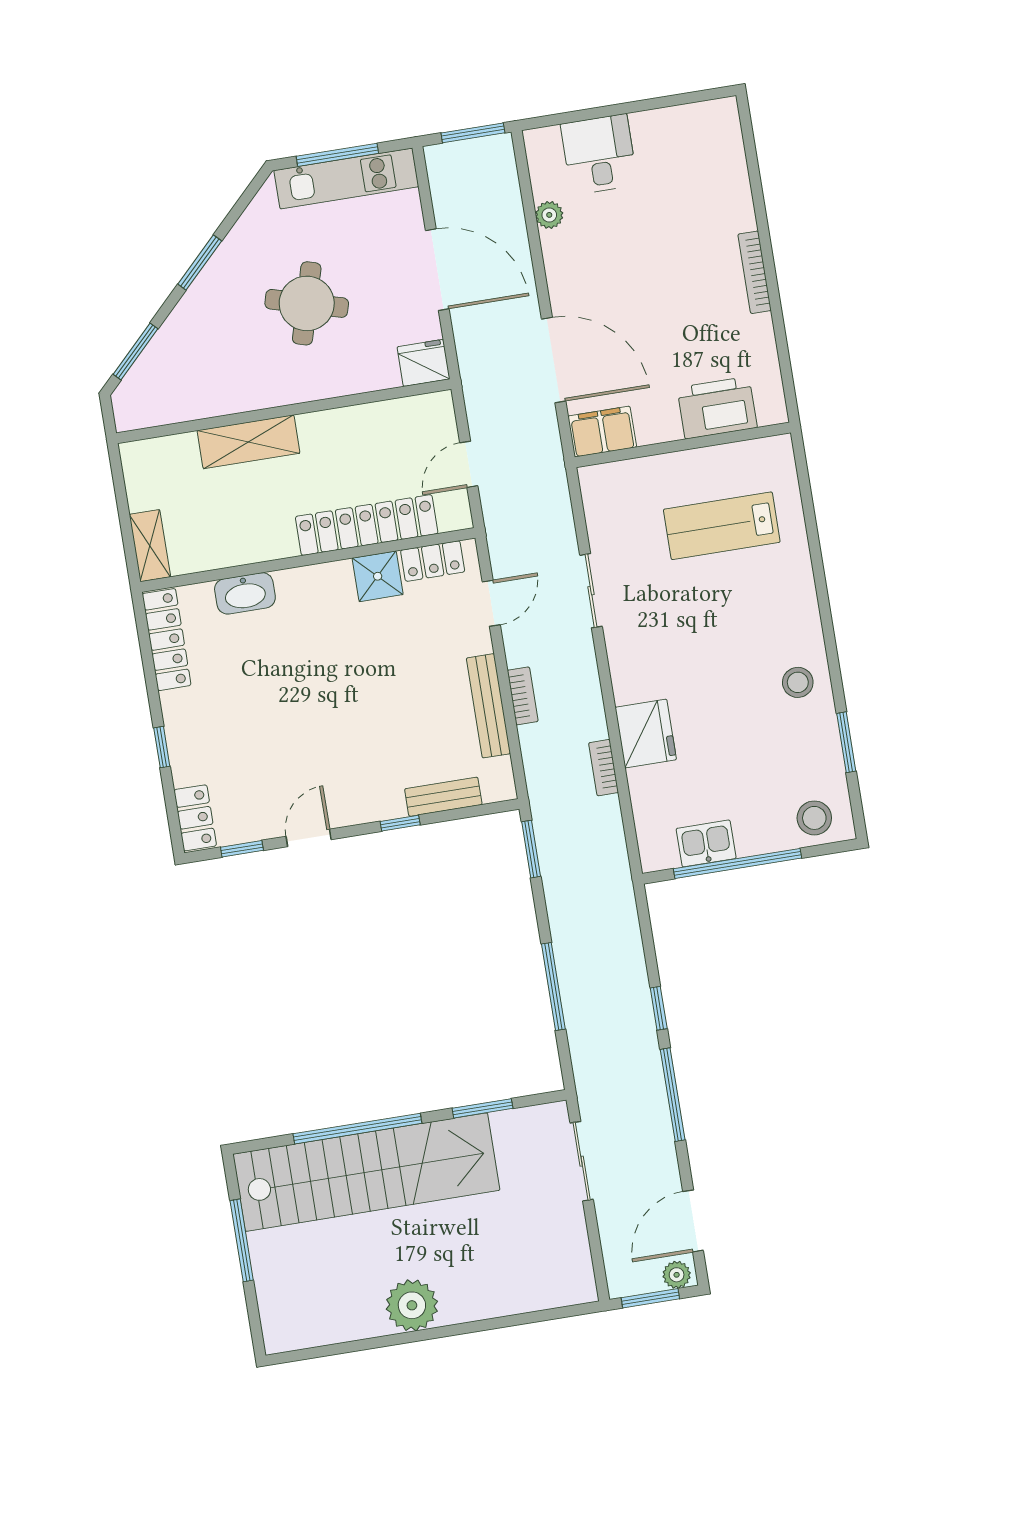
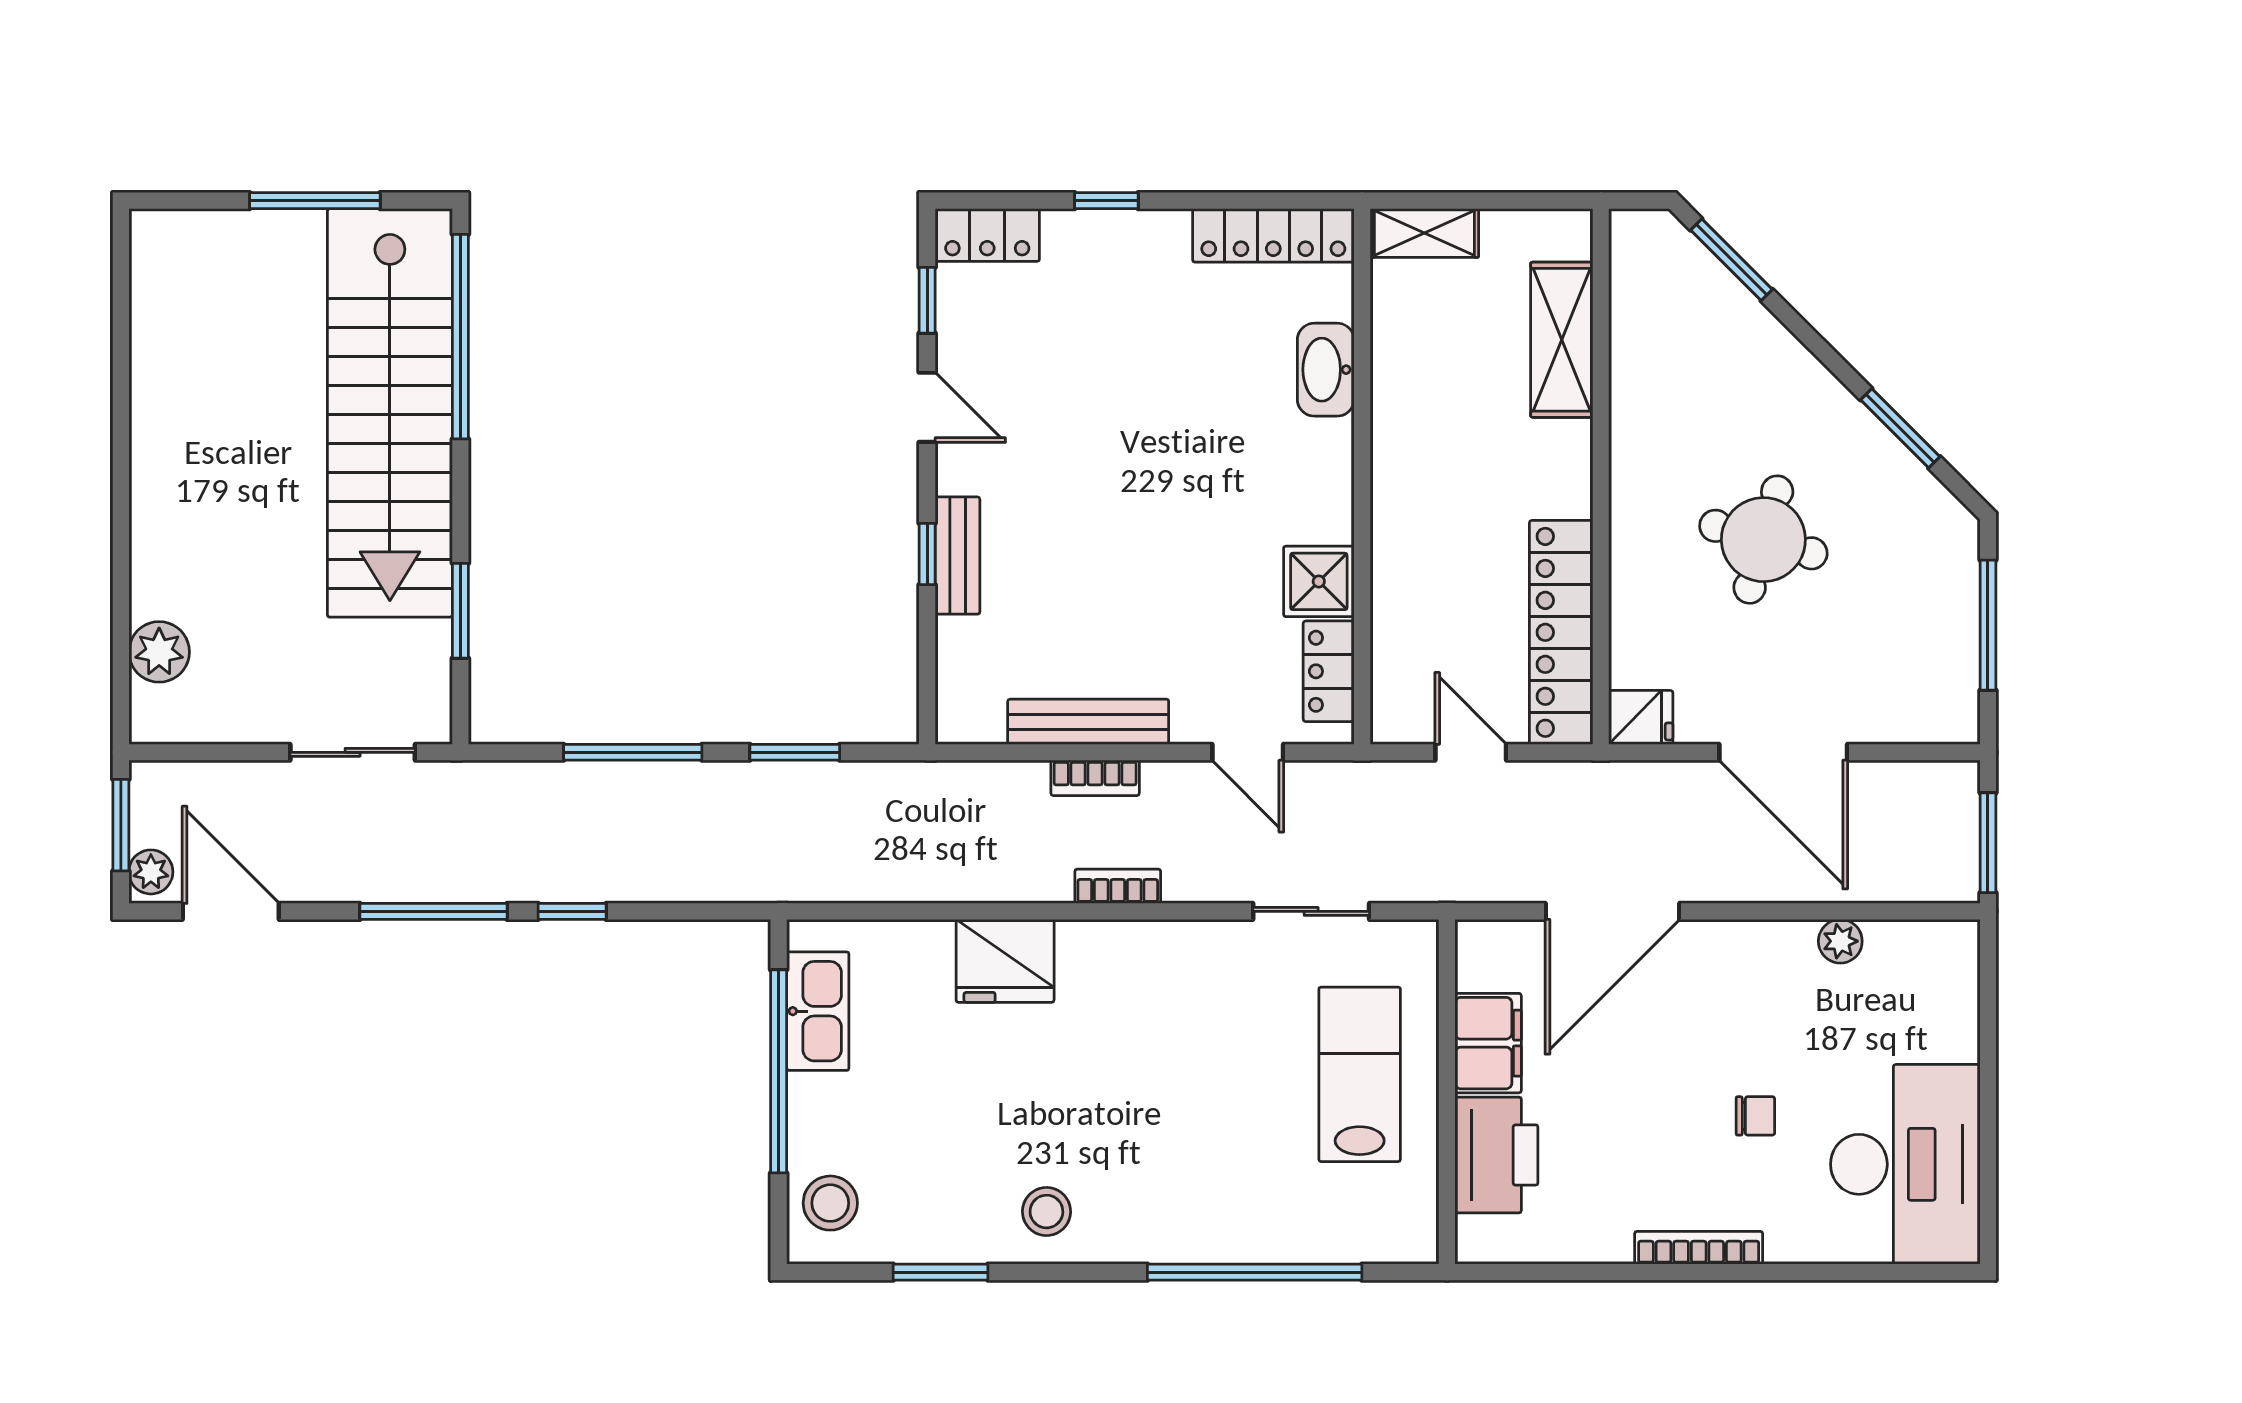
desk: (599, 154) -> (1905, 1164), moved, width x1.87, depth x1.30
kitchen unit: (346, 179) -> (1949, 633), removed
chair: (667, 250) -> (1755, 1116), added
window: (200, 263) -> (1900, 428), moved
door: (437, 270) -> (1783, 752), hinge flipped
fridge: (423, 363) -> (1641, 717), width x0.72
filing cabinet: (602, 432) -> (1488, 1043), moved
shelving: (248, 442) -> (1562, 340), moved
locker: (367, 525) -> (1561, 632), moved, turned 180
lab bench: (722, 526) -> (1360, 1074), moved
window: (815, 547) -> (1255, 1272), added
sliding door: (591, 591) -> (1311, 911), moved
bookcase: (604, 768) -> (1118, 886), moved
bench: (443, 797) -> (957, 556), moved
kitchen sink: (706, 843) -> (818, 1011), width x1.38
window: (531, 849) -> (795, 752), moved
window: (357, 1129) -> (460, 337), moved
plant: (412, 1305) -> (159, 652), moved, width x0.73, depth x0.73

